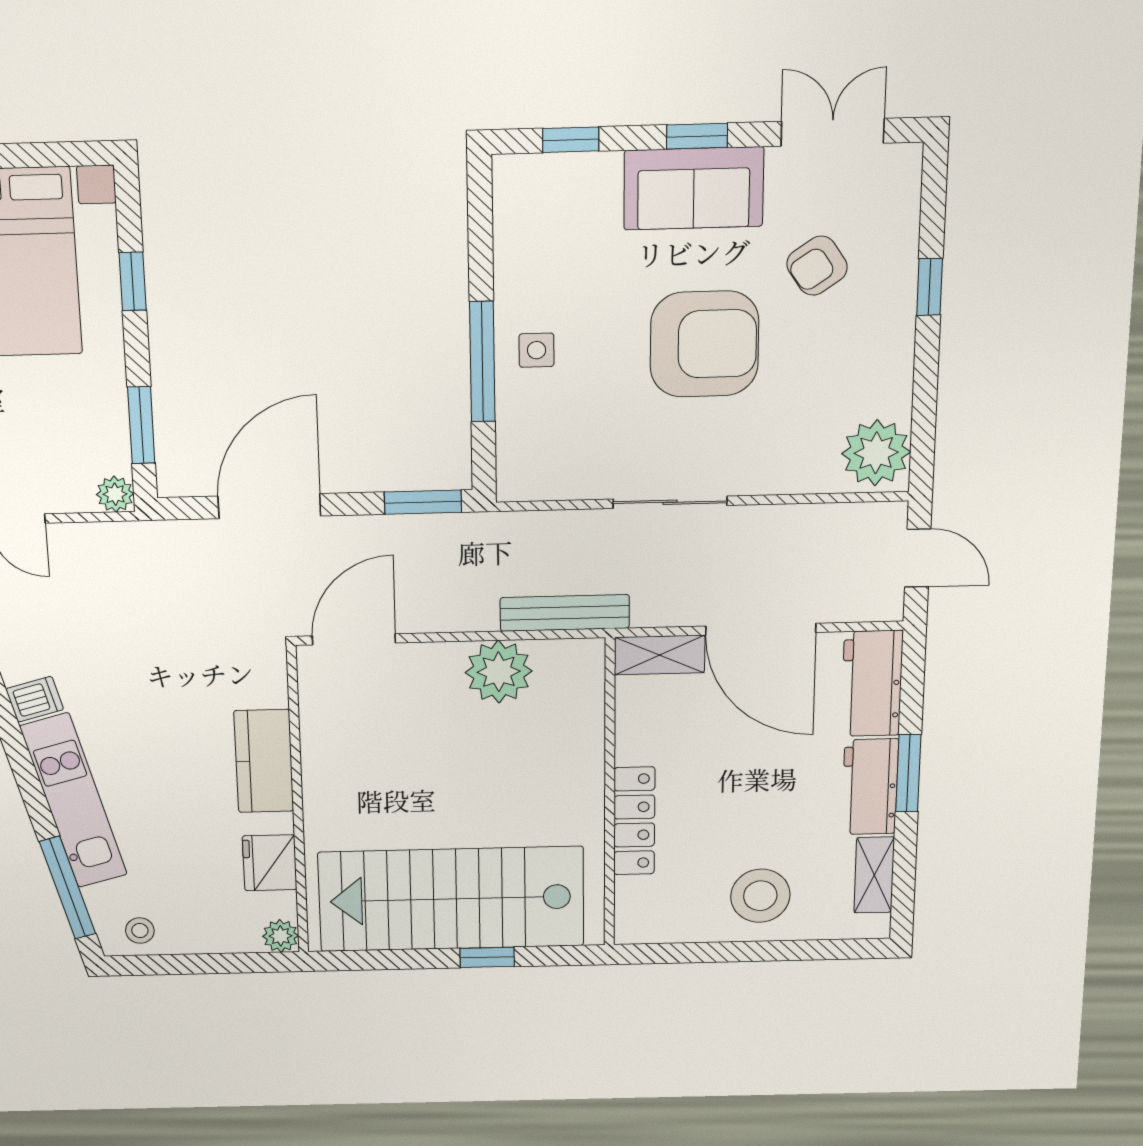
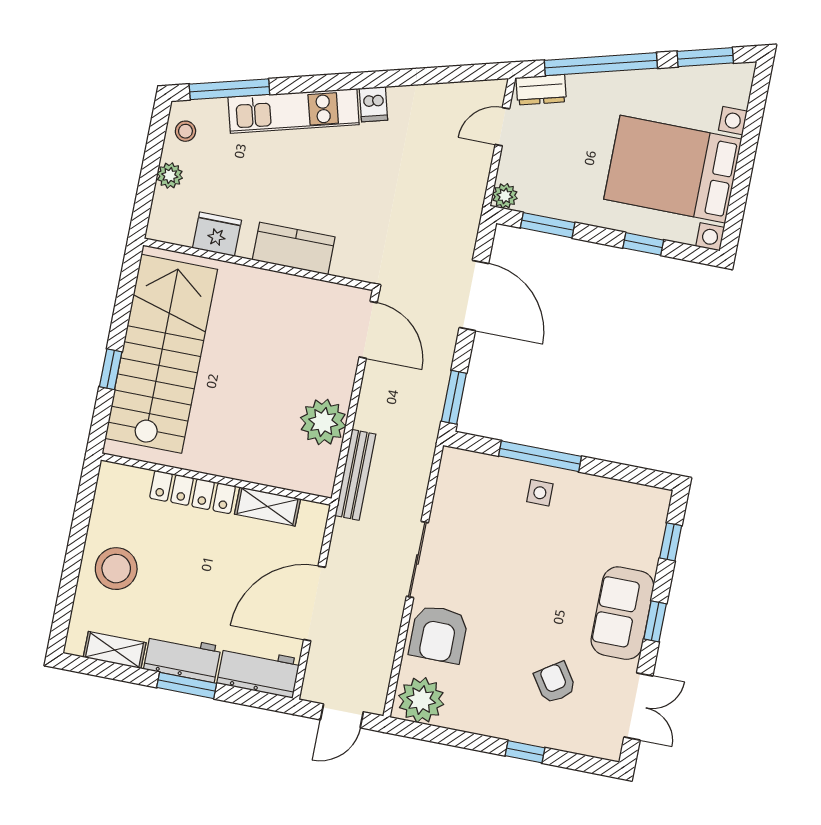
armchair: (704, 344) -> (439, 634), moved, width x0.73, depth x0.73
shelving: (660, 655) -> (267, 506), moved, turned 90
plant: (280, 936) -> (170, 176), moved

